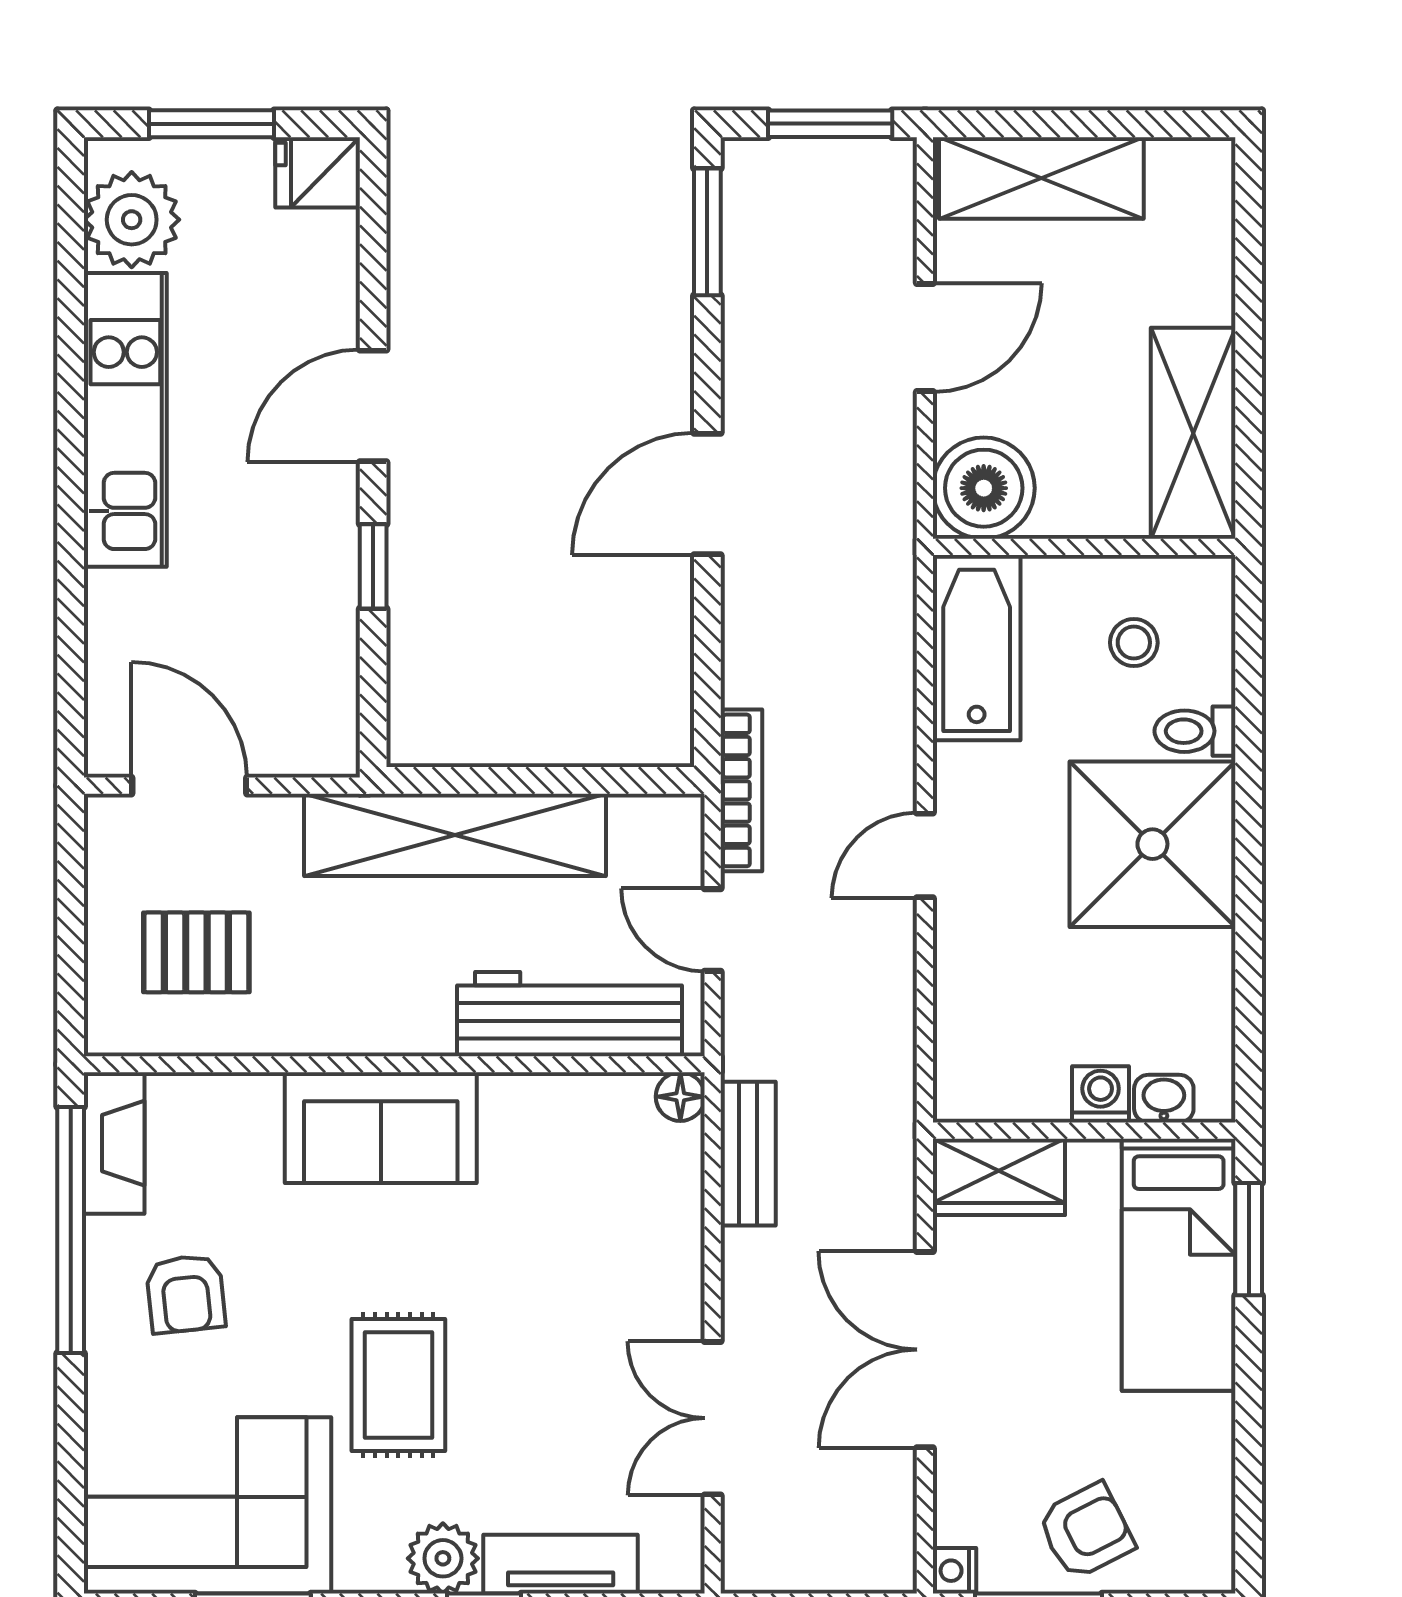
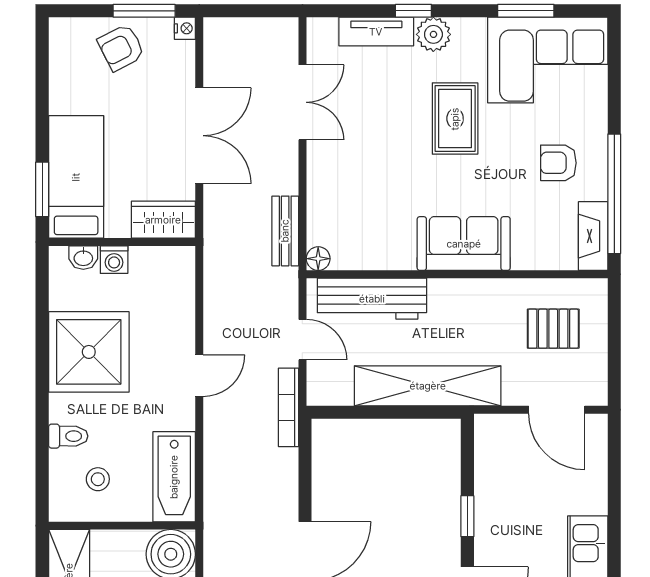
shower: (1152, 844) -> (89, 352), moved
armchair: (186, 1294) -> (558, 163), turned -84

